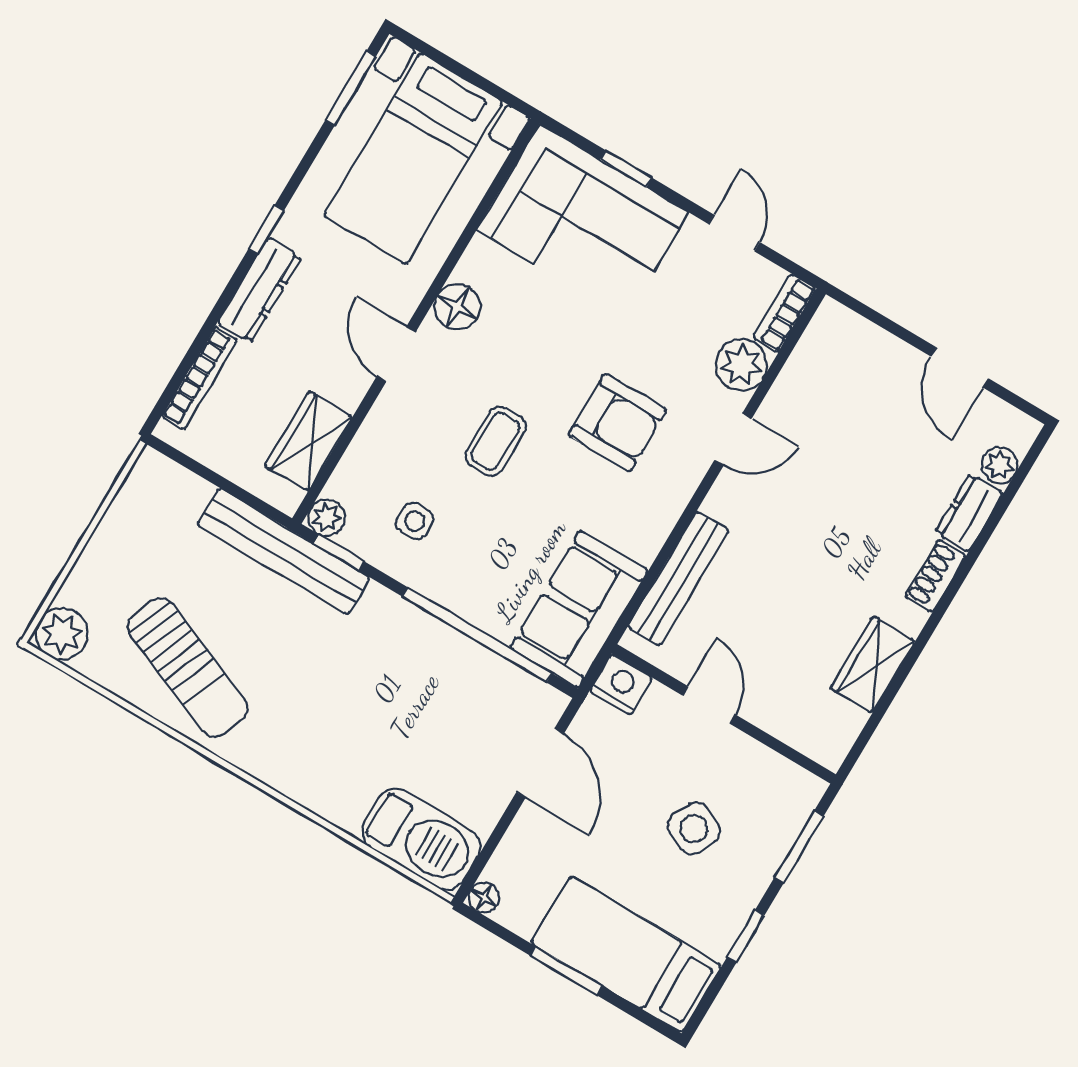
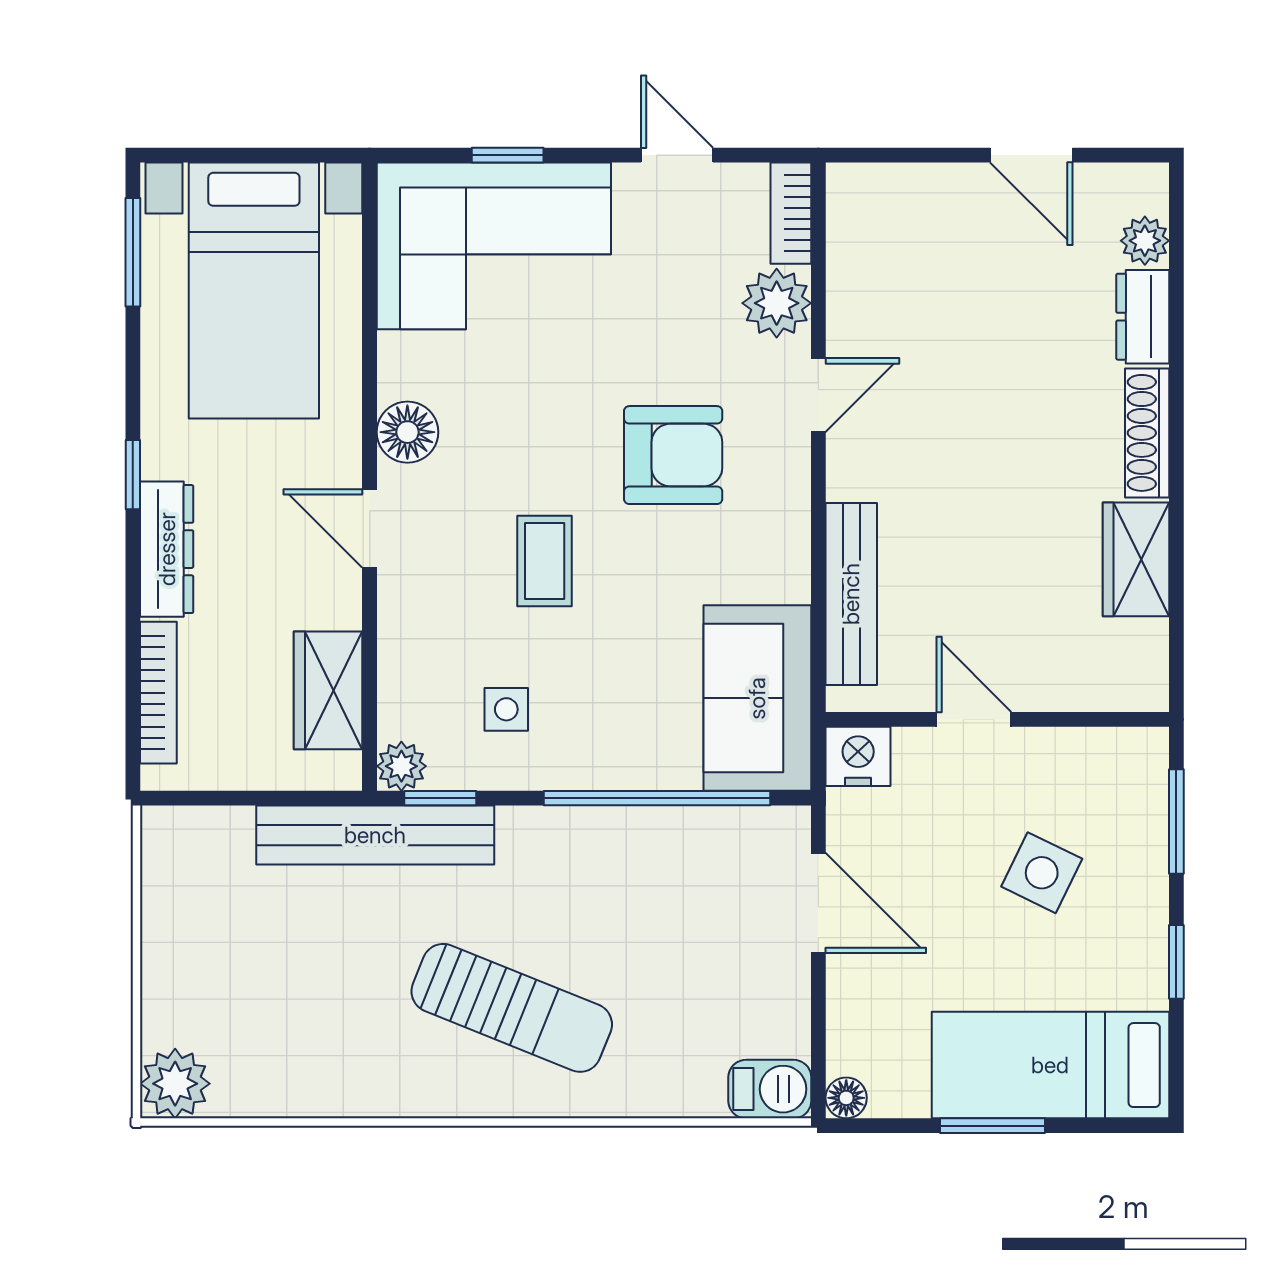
shoe rack: (935, 576) -> (1147, 433), width x1.43
sun lounger: (188, 668) -> (512, 1008), moved
barbecue: (421, 839) -> (770, 1089), width x0.53, depth x0.65

